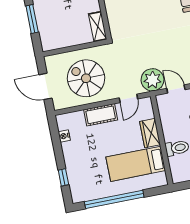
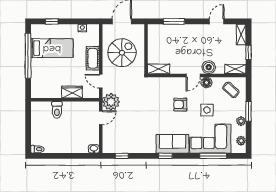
bed: (136, 164) -> (52, 48), moved, turned 90

